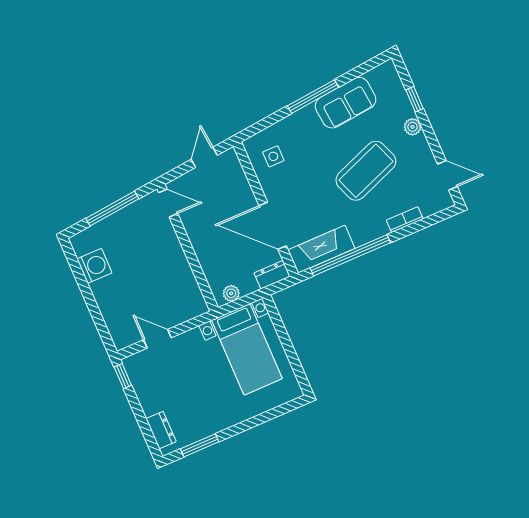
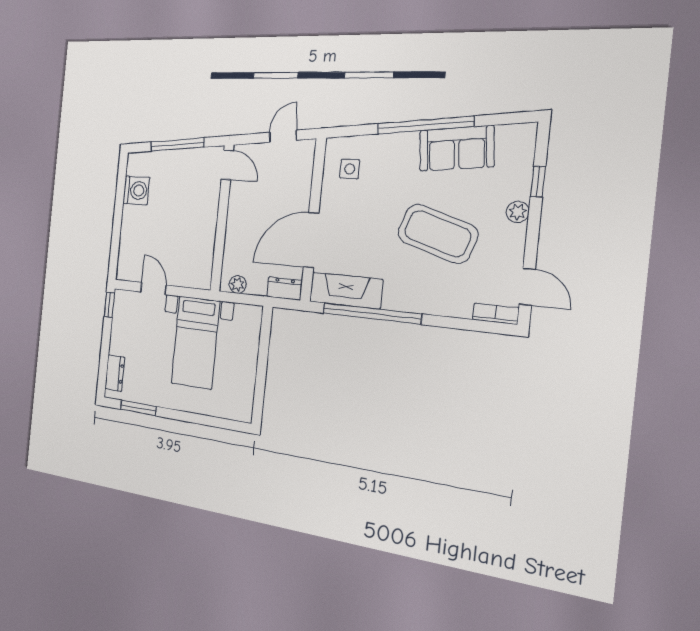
window: (313, 97) -> (425, 125), width x1.46
coffee table: (366, 171) -> (438, 234), turned 39
bookcase: (405, 220) -> (496, 314), moved
door: (273, 226) -> (311, 240), hinge flipped
bed with nightstands: (247, 349) -> (195, 343), moved

